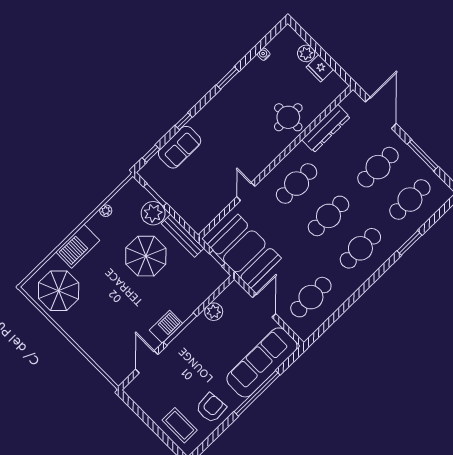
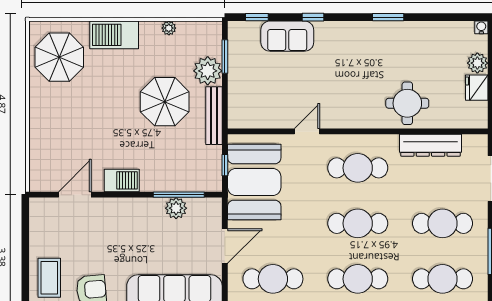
water cooler: (264, 54) -> (481, 27), moved
window: (180, 329) -> (179, 195), moved

